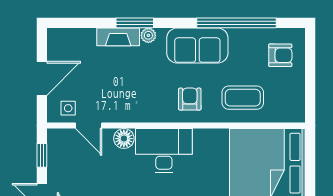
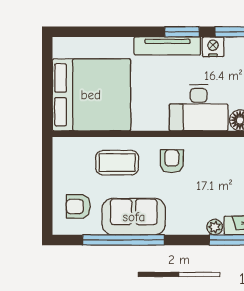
sofa: (197, 46) -> (134, 217), moved
armchair: (190, 99) -> (172, 161), turned 180

